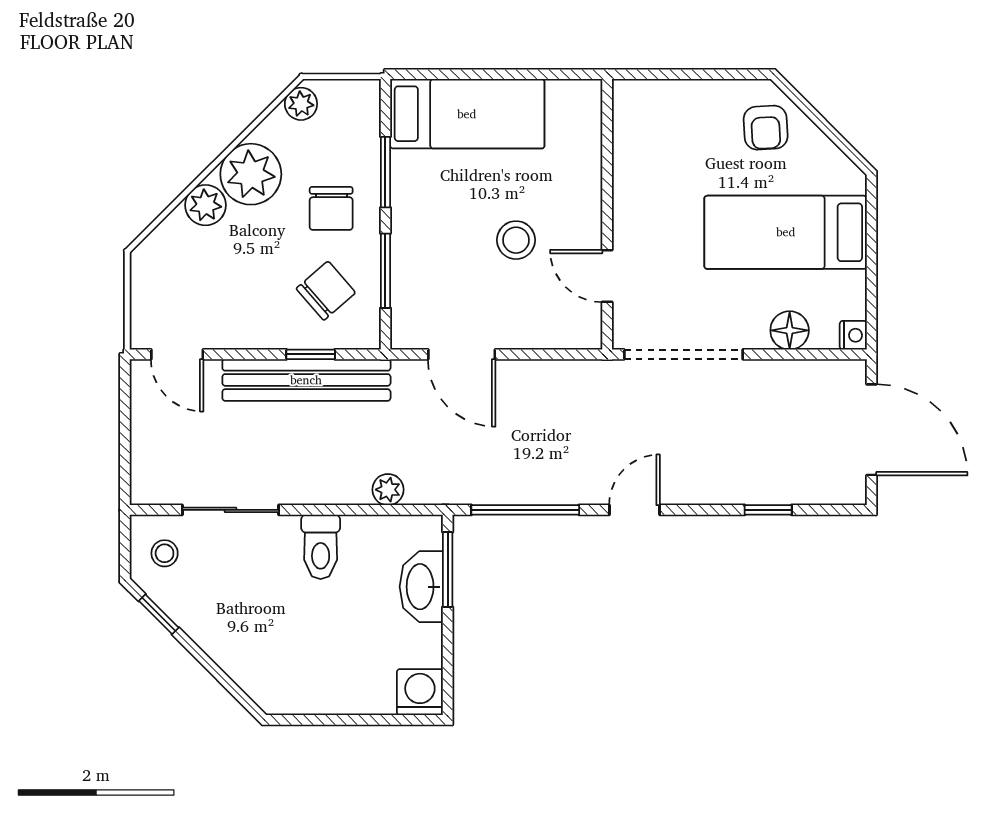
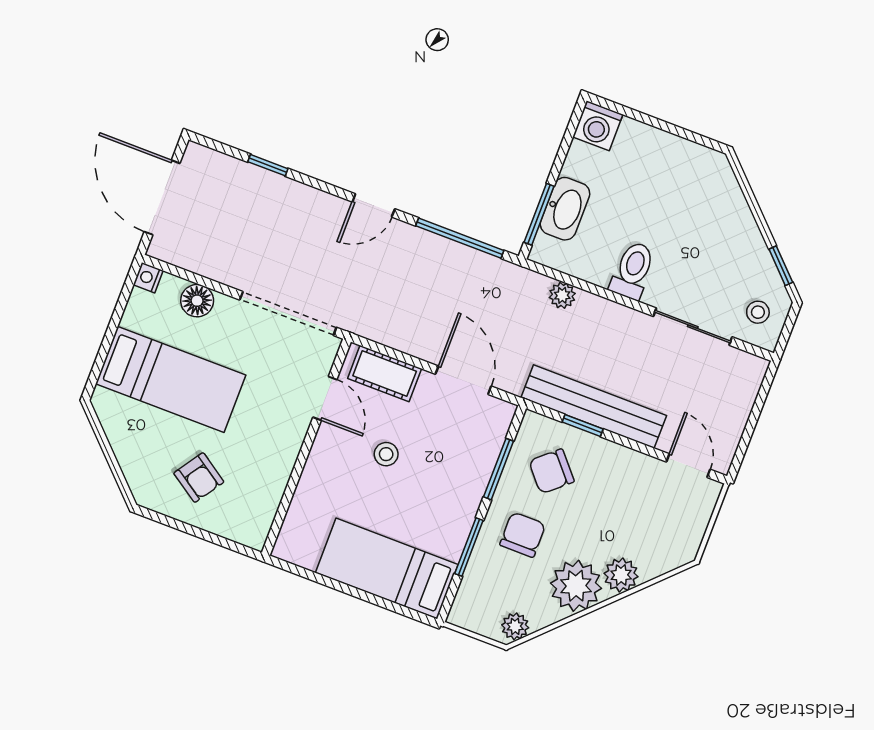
armchair: (766, 128) -> (199, 478), moved, turned 127
stool: (516, 240) -> (386, 454), width x0.73, depth x0.73
cot: (552, 329) -> (385, 374), added

